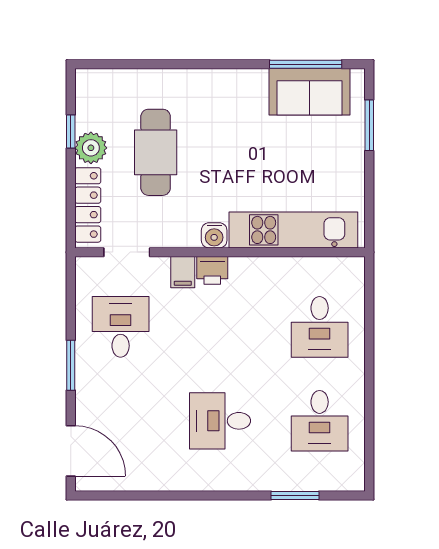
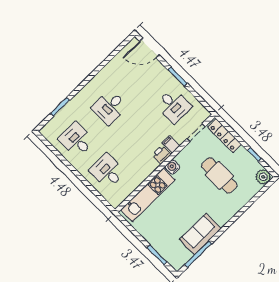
sofa: (309, 92) -> (200, 234), moved
plant: (91, 148) -> (263, 177), moved
desk: (220, 421) -> (110, 107), turned 180

